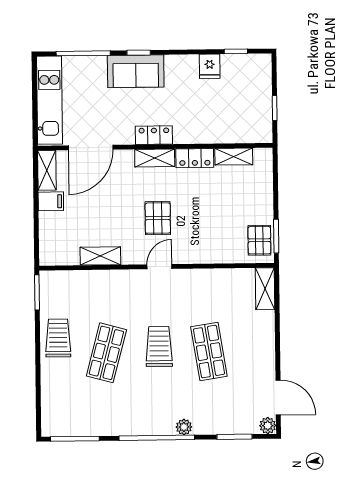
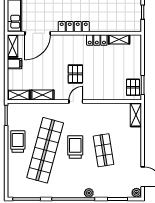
locker: (154, 135) -> (74, 27), width x1.53
shelving: (155, 158) -> (19, 95), moved
shop shelf: (106, 353) -> (45, 150), width x2.00, depth x1.36

